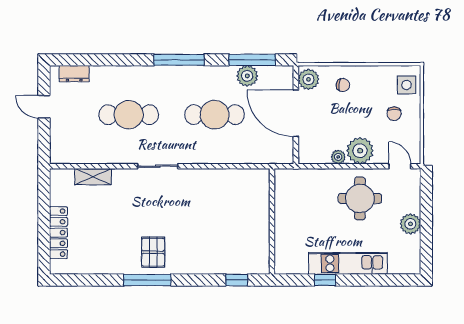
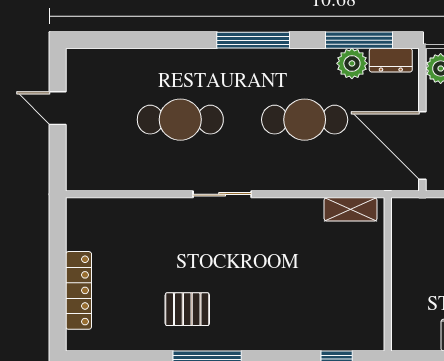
dresser: (74, 74) -> (391, 60), moved
door: (296, 113) -> (422, 146), moved
shelving: (93, 177) -> (351, 209), moved
pallet: (153, 252) -> (187, 309), moved, turned 90

